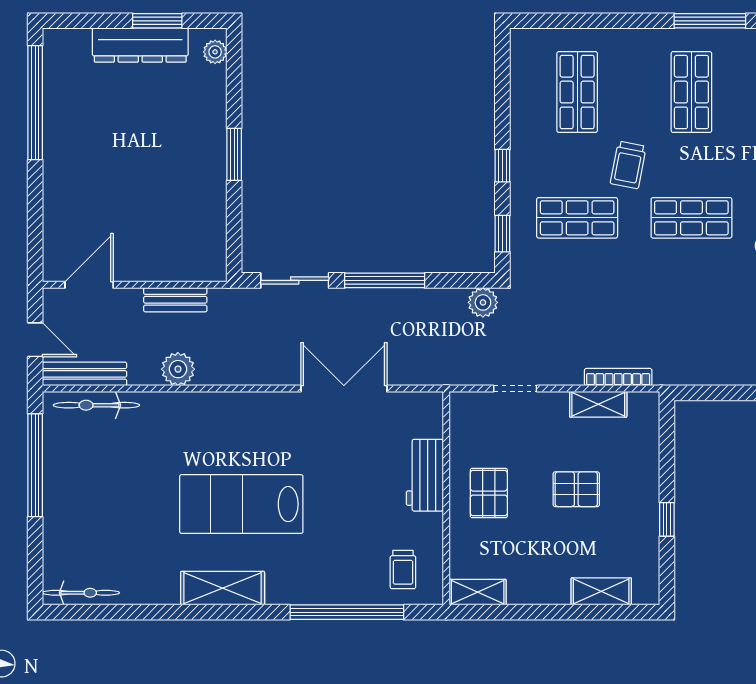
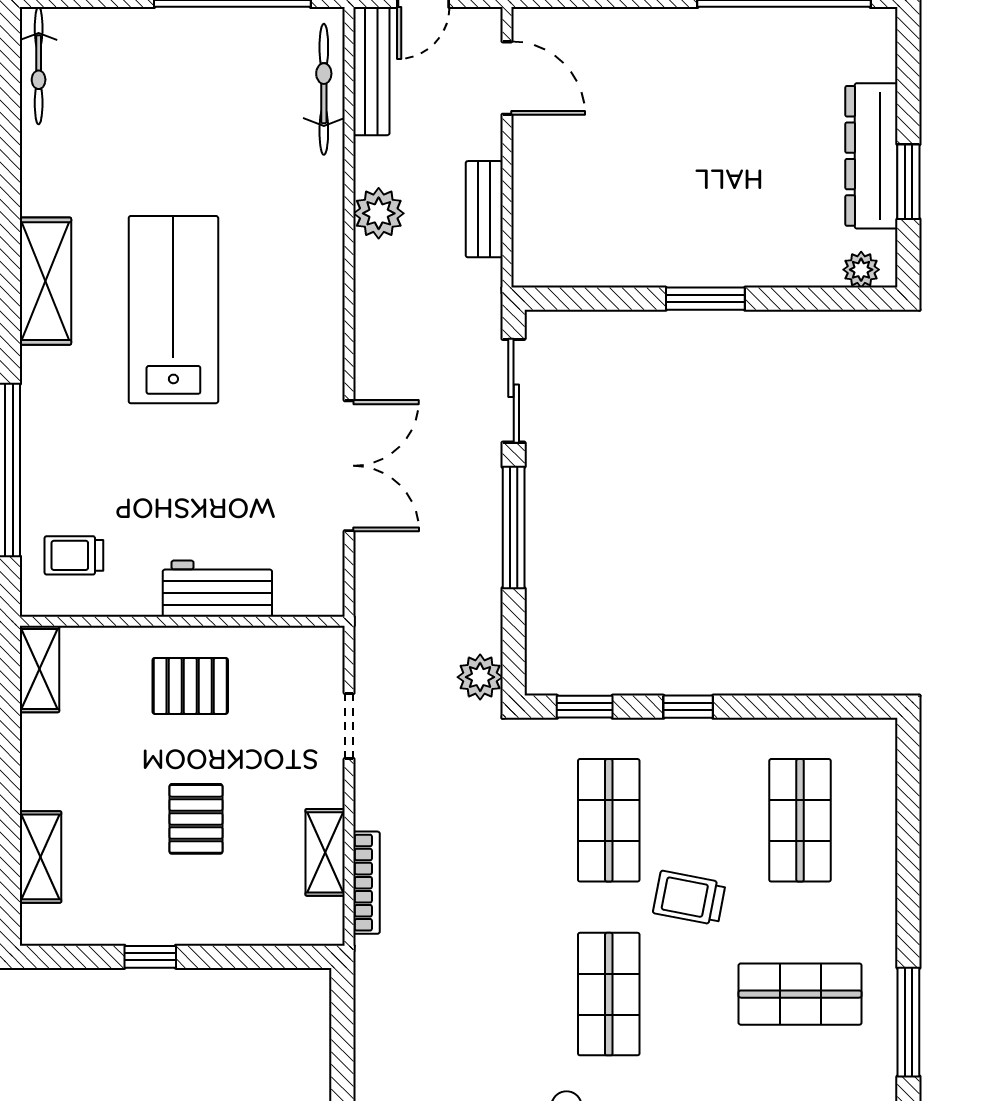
shop shelf: (577, 92) -> (800, 820), turned 90

